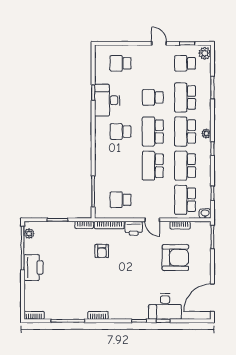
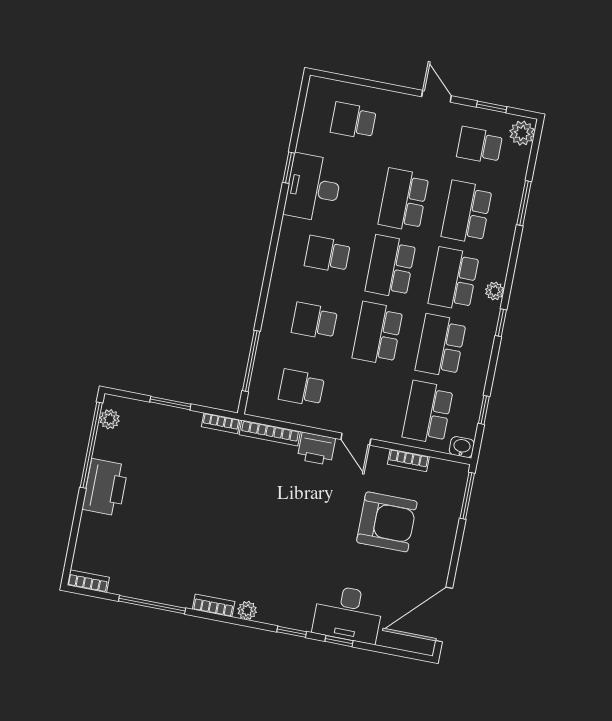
school desk: (153, 97) -> (404, 200), width x1.85
school desk: (121, 166) -> (314, 321), added
armchair: (102, 251) -> (245, 481), removed
plant: (115, 315) -> (247, 610), added

